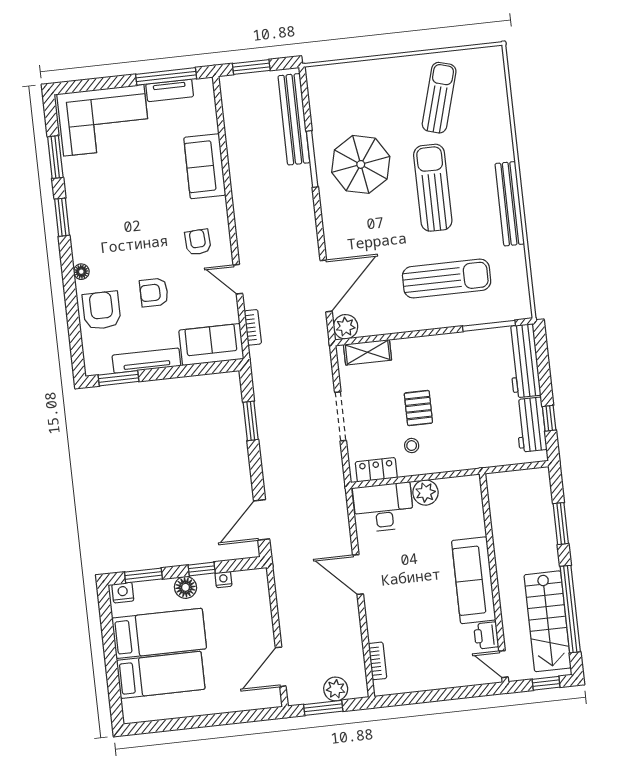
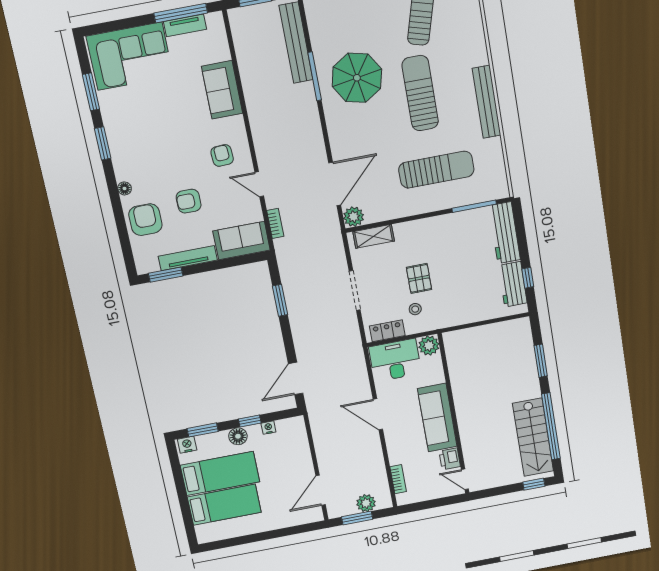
wall: (494, 578) -> (454, 414), moved
sofa: (474, 580) -> (437, 417), moved
printer: (486, 635) -> (450, 459), moved
door: (503, 664) -> (465, 479), moved

